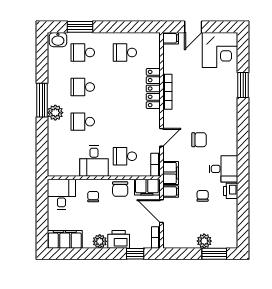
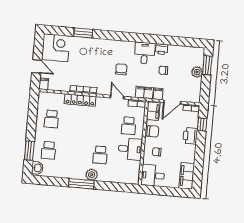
school desk: (83, 87) -> (74, 153), removed
plant: (100, 241) -> (191, 150), removed

